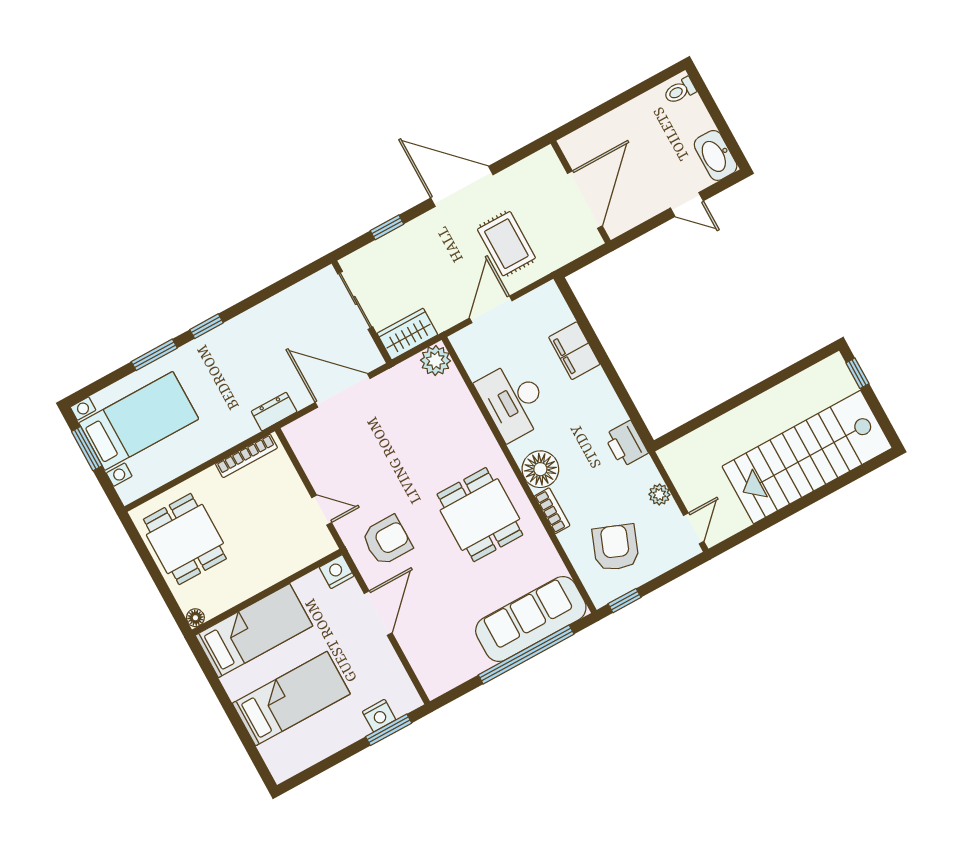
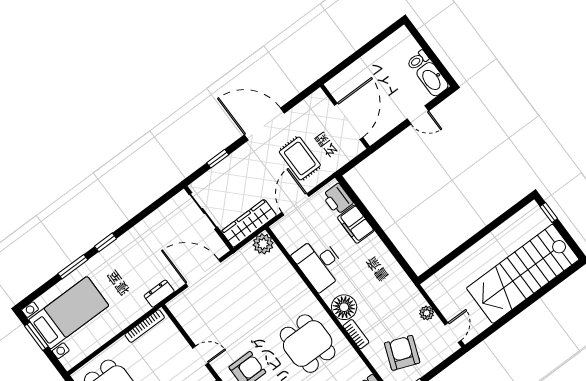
toilet: (680, 91) -> (418, 60), moved
wardrobe: (407, 334) -> (249, 223), width x1.50
printer: (626, 444) -> (338, 199), moved

